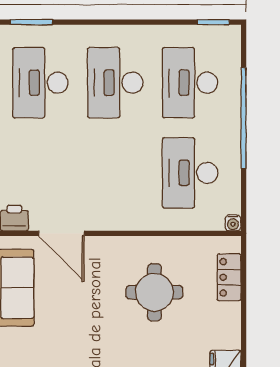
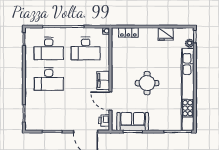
desk: (40, 83) -> (49, 110), removed
filing cabinet: (112, 216) -> (103, 80), added
door: (61, 233) -> (110, 101), swing flipped
round table: (154, 292) -> (147, 83), moved

